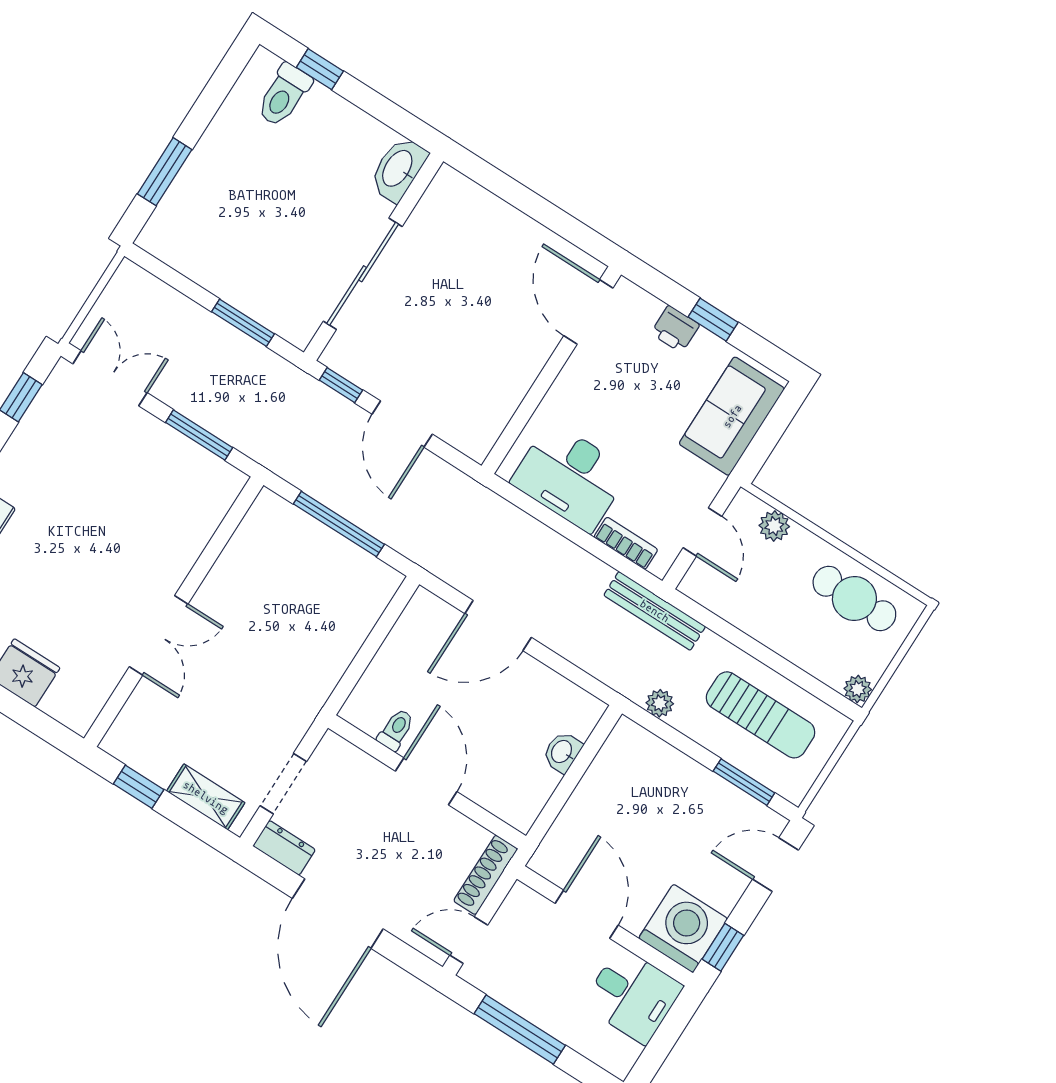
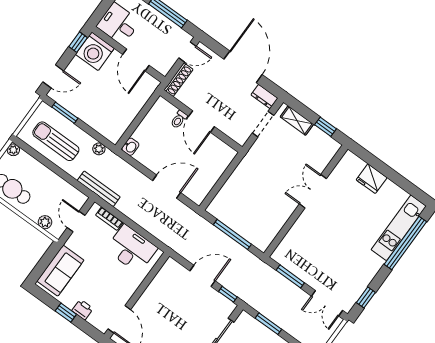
door: (402, 424) -> (202, 276), hinge flipped
toilet: (396, 730) -> (179, 119), moved
washbasin: (562, 752) -> (130, 147), moved

